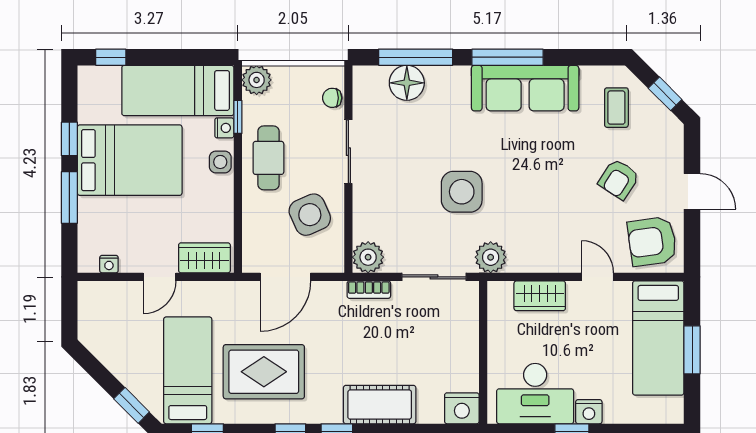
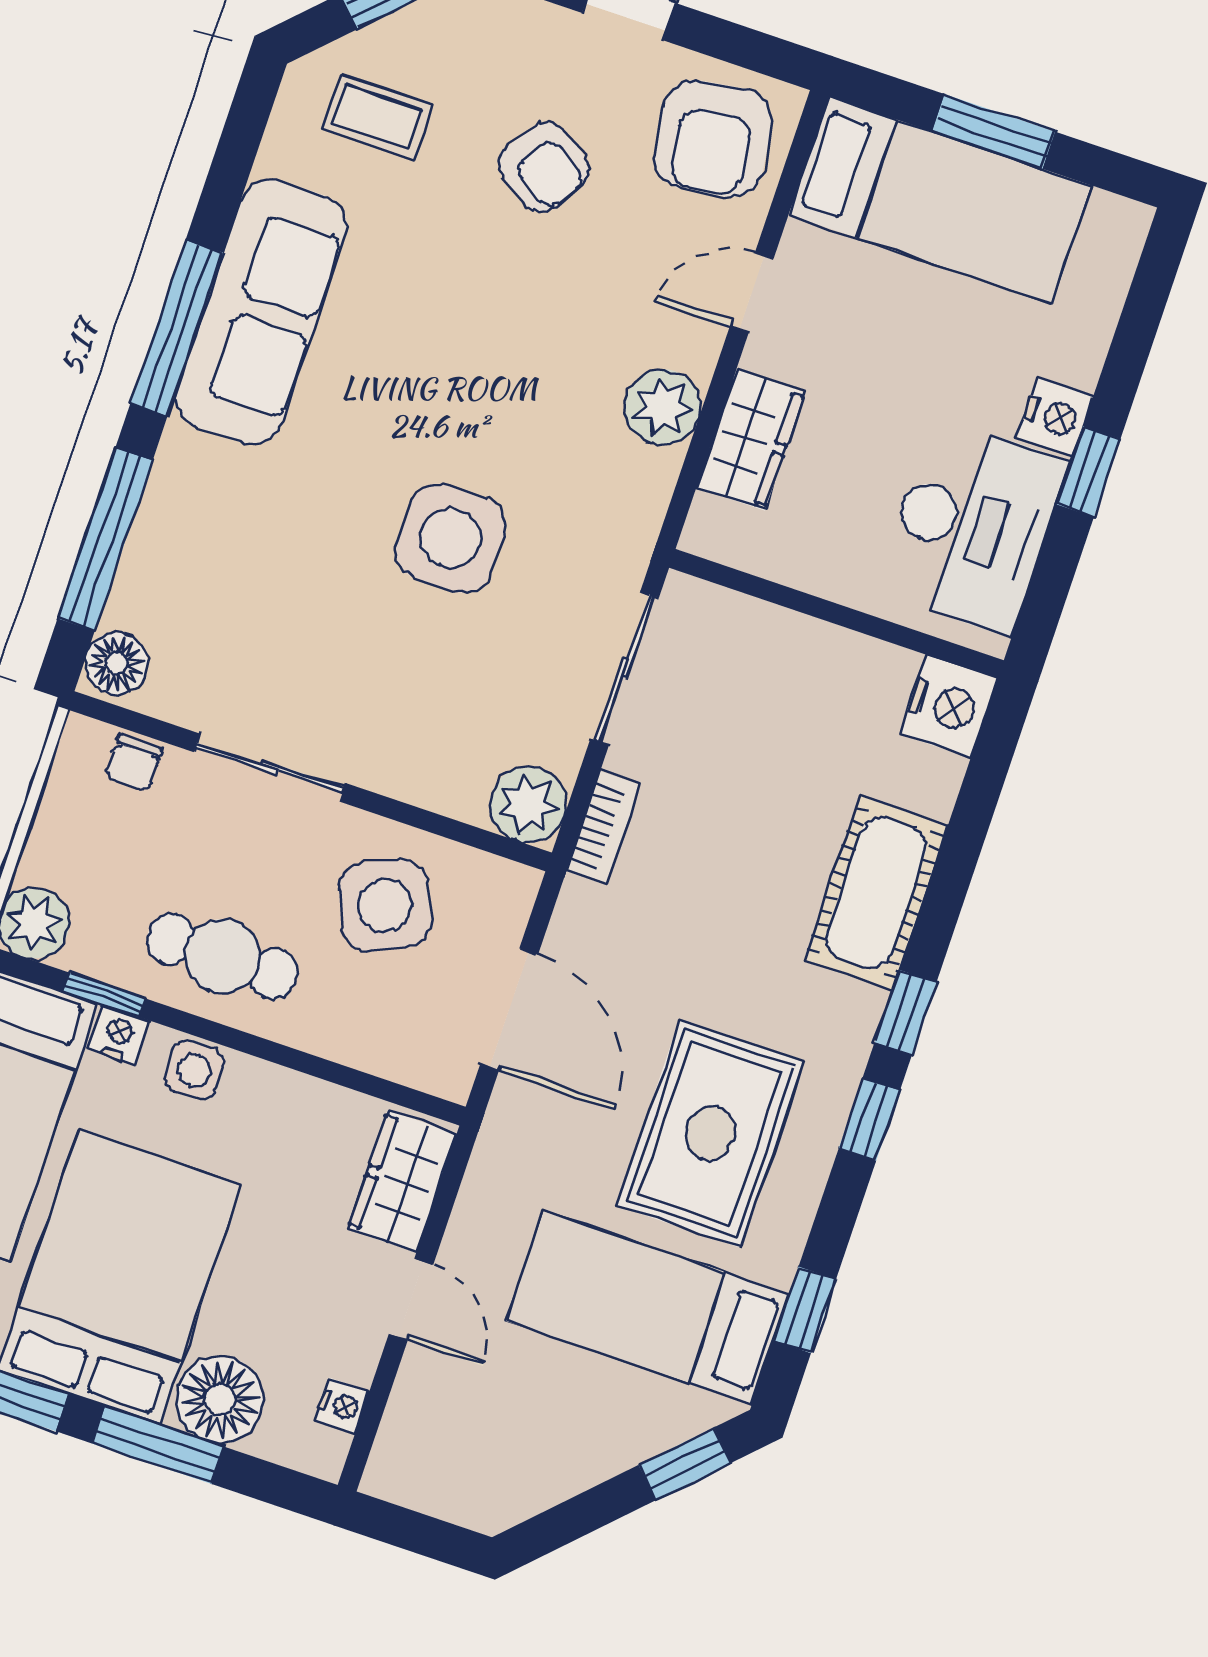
floor lamp: (407, 83) -> (116, 663), moved, width x0.73, depth x0.73
floor lamp: (95, 215) -> (220, 1399), added
plant: (491, 257) -> (663, 407), moved

